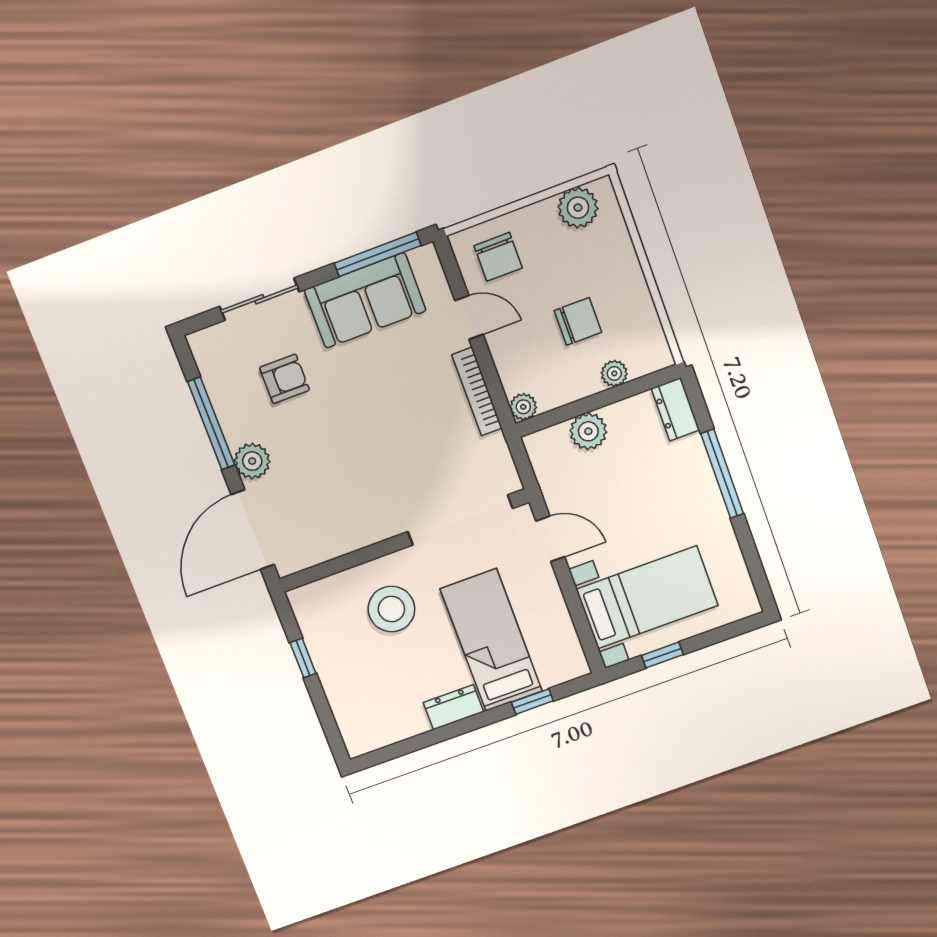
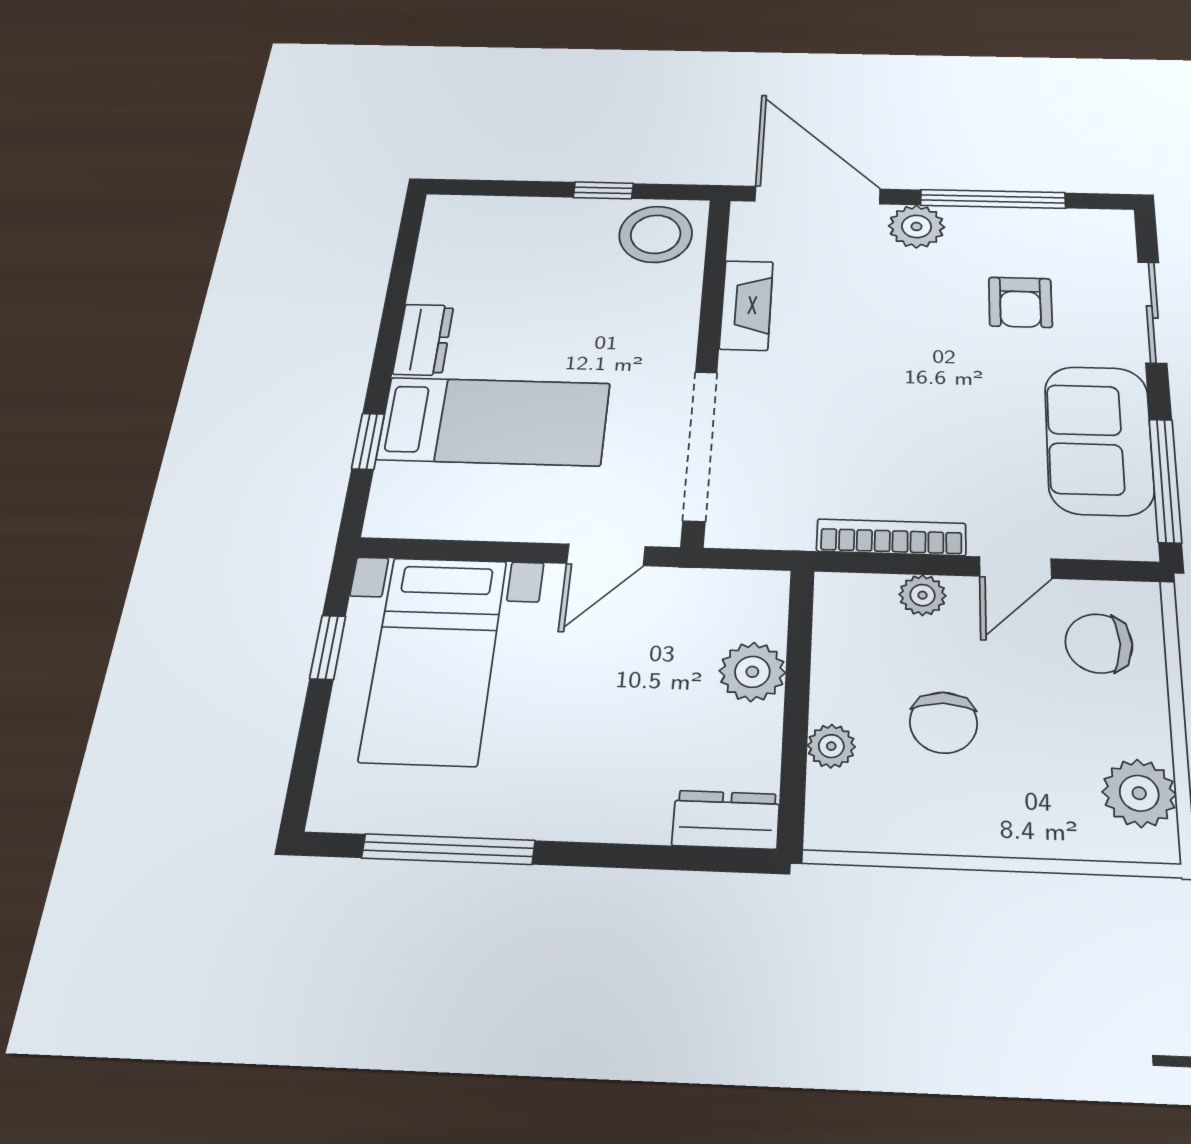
plant: (523, 407) -> (923, 595), moved
window: (722, 474) -> (448, 849), moved
fireplace: (353, 536) -> (746, 305), added
stool: (391, 609) -> (656, 234), moved

